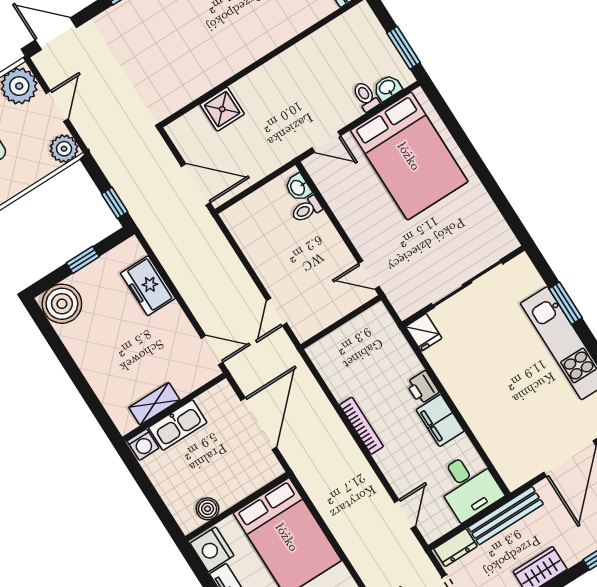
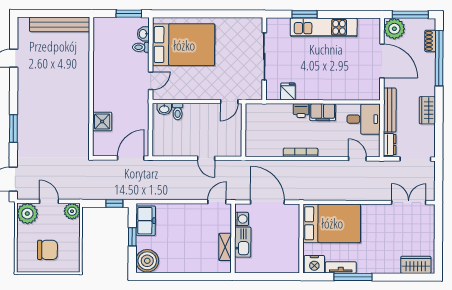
freezer: (148, 286) -> (146, 221), moved, turned -90
door: (277, 312) -> (206, 158), moved
fridge: (424, 332) -> (288, 91), moved, turned -90
washing machine: (143, 445) -> (242, 219), moved
boiler: (208, 509) -> (293, 254), removed

